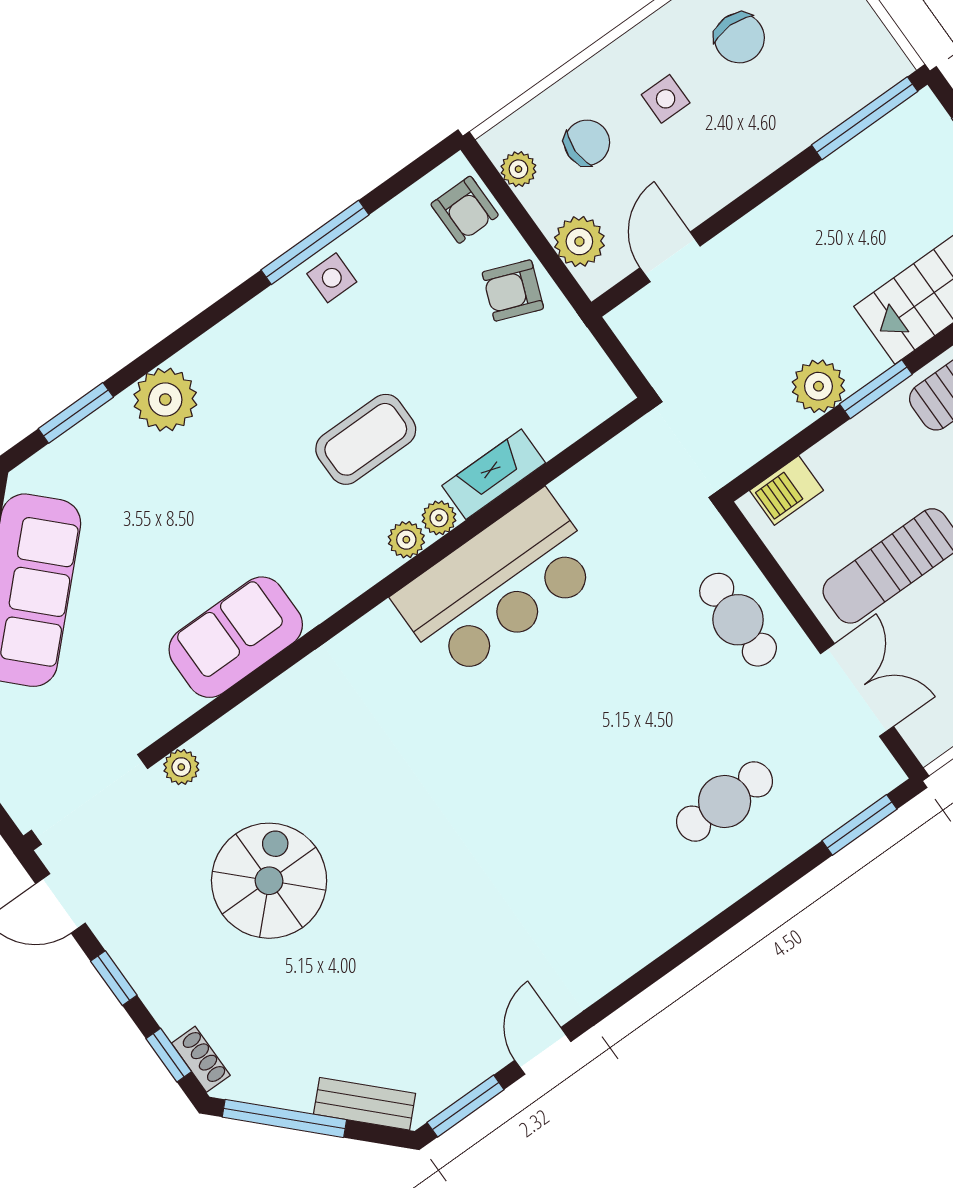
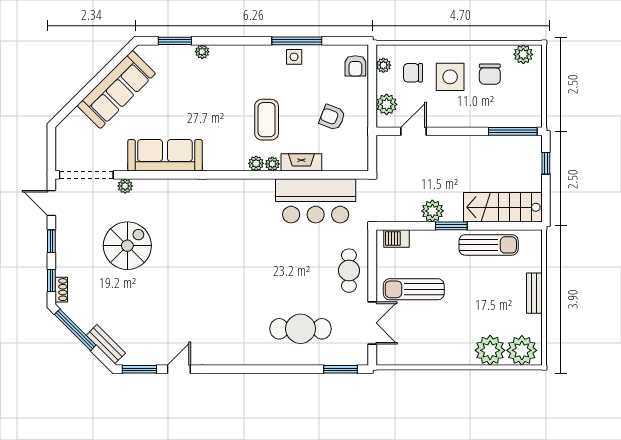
side table: (666, 99) -> (450, 77), width x1.87, depth x1.87
chair: (587, 143) -> (413, 73), turned 180
armchair: (513, 290) -> (332, 117), moved
plant: (165, 400) -> (202, 52), width x0.53, depth x0.53
coffee table: (366, 439) -> (267, 120), turned 90
bar counter: (498, 585) -> (316, 201), moved
sofa: (236, 637) -> (165, 155), width x1.36
cafe table: (725, 802) -> (301, 329), width x1.37, depth x1.35

